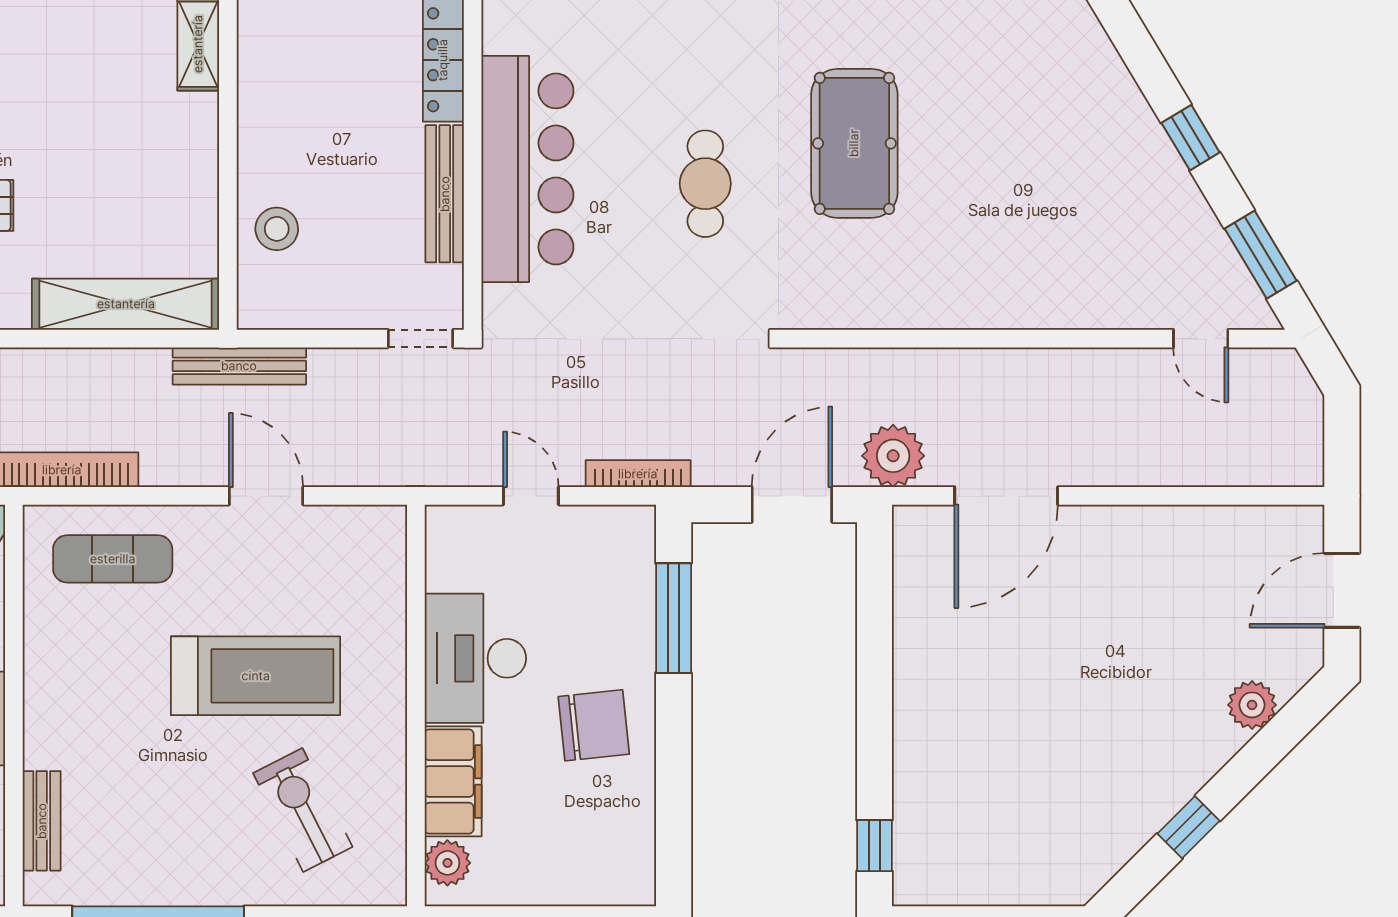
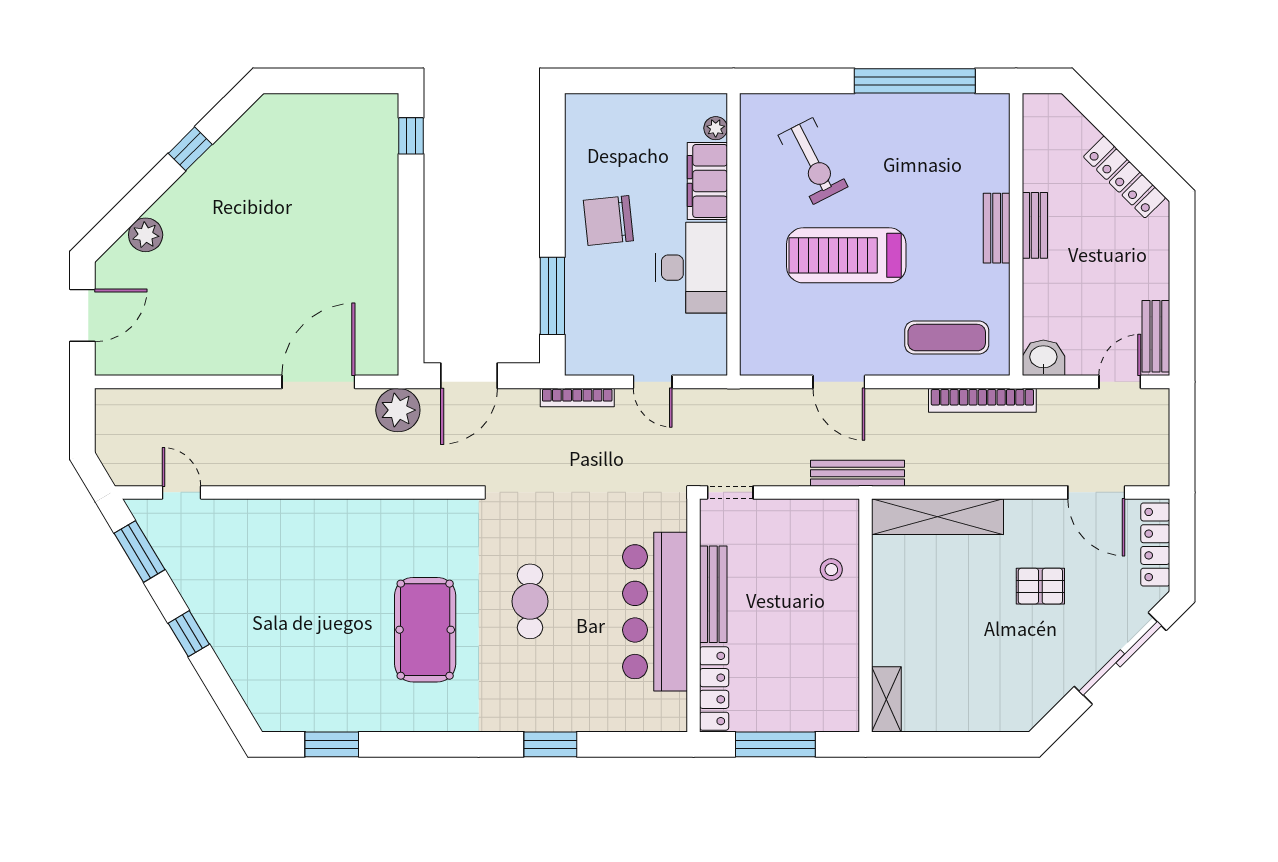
stool: (277, 229) -> (831, 570), width x0.73, depth x0.73
bench: (42, 821) -> (997, 228), moved
plant: (447, 863) -> (716, 128), width x0.73, depth x0.73

